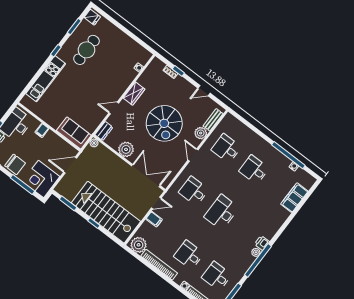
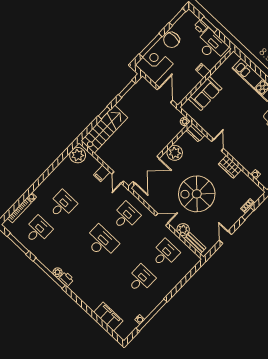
sofa: (74, 133) -> (205, 93), moved
stairs: (106, 212) -> (104, 129), width x0.73, depth x0.66
bookcase: (159, 265) -> (55, 174), removed

